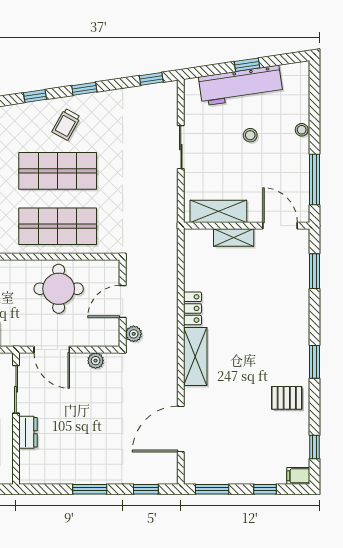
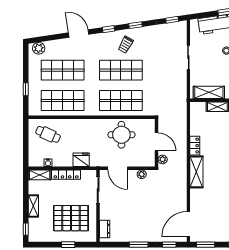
door: (123, 302) -> (157, 142), swing flipped
door: (181, 429) -> (188, 224), moved
dresser: (28, 432) -> (105, 229), moved

